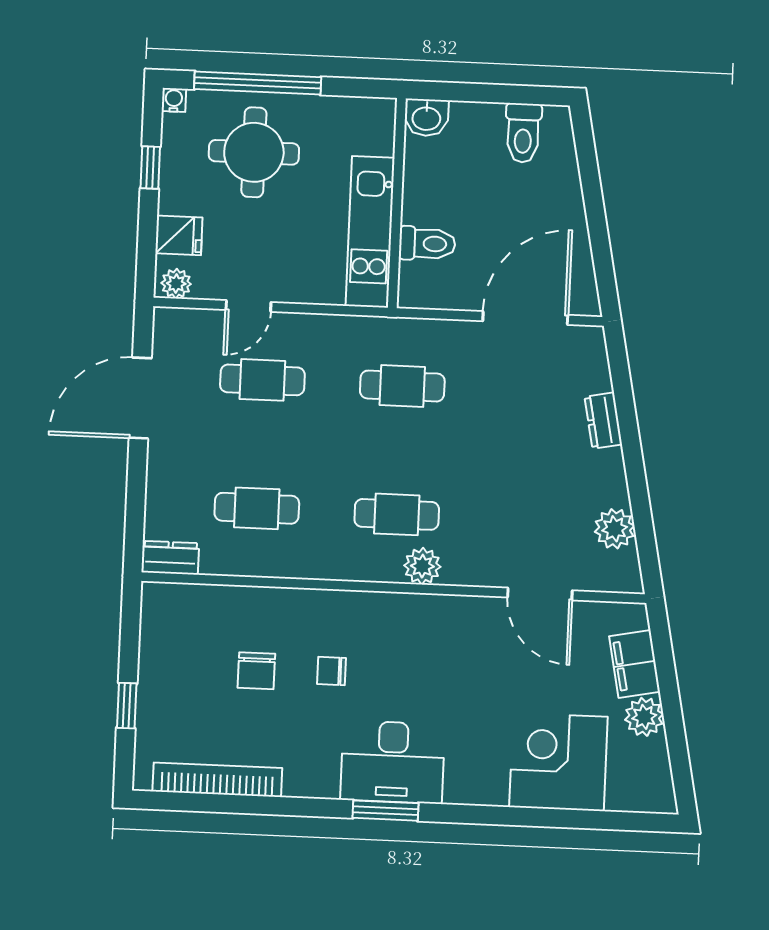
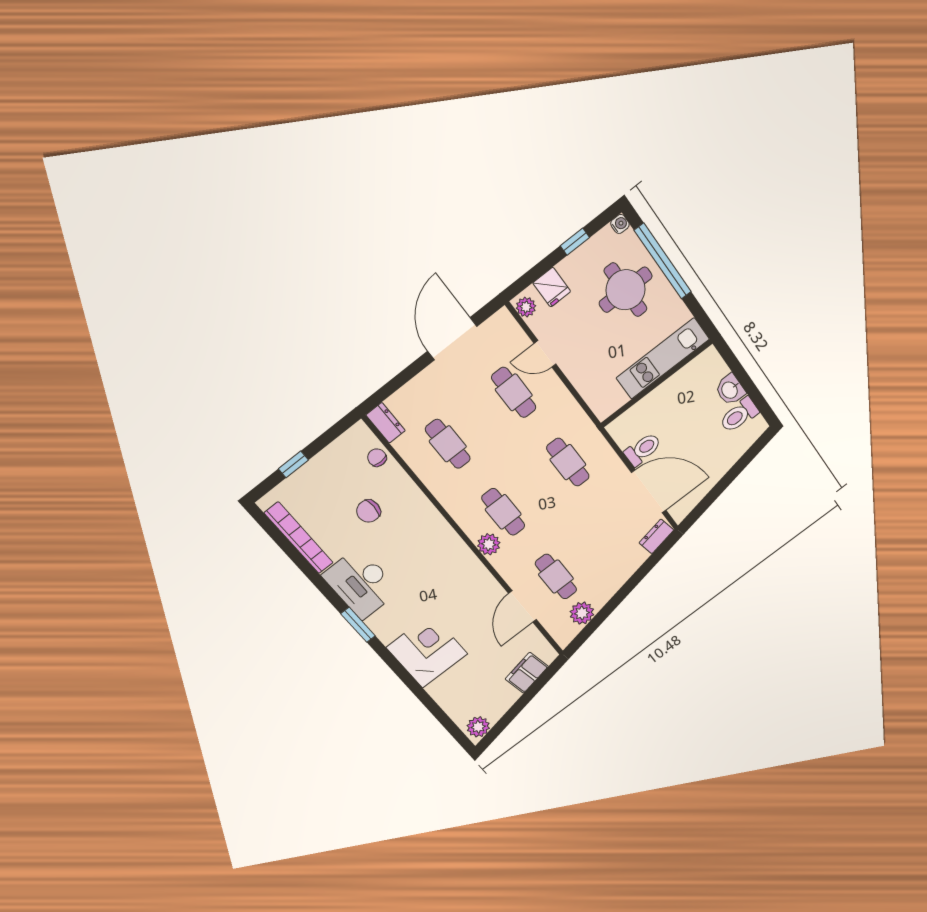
washbasin: (426, 118) -> (730, 390), moved
kitchen unit: (370, 232) -> (663, 359), moved
toilet: (427, 244) -> (643, 449), moved, turned -90
door: (140, 398) -> (452, 339), hinge flipped
dresser: (603, 421) -> (656, 536), moved
cafe table: (537, 520) -> (556, 577), added
chair: (332, 671) -> (377, 458), moved
plant: (644, 717) -> (478, 727), moved
desk: (393, 762) -> (361, 583), moved
corner desk: (558, 762) -> (427, 651), moved

